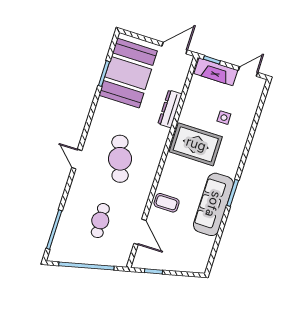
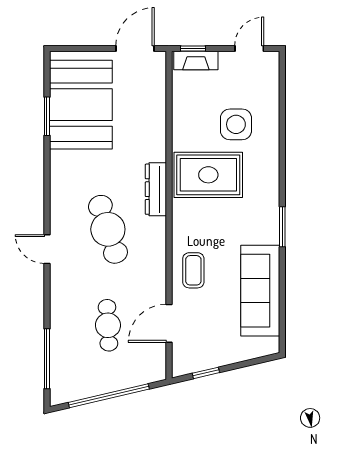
fireplace: (216, 72) -> (196, 60), width x0.73, depth x0.76
dresser: (170, 109) -> (156, 189), moved
side table: (224, 118) -> (236, 124), width x1.87, depth x1.87
coffee table: (167, 203) -> (193, 270), turned 90
sofa: (213, 204) -> (260, 291), moved
door: (140, 232) -> (169, 323), swing flipped

